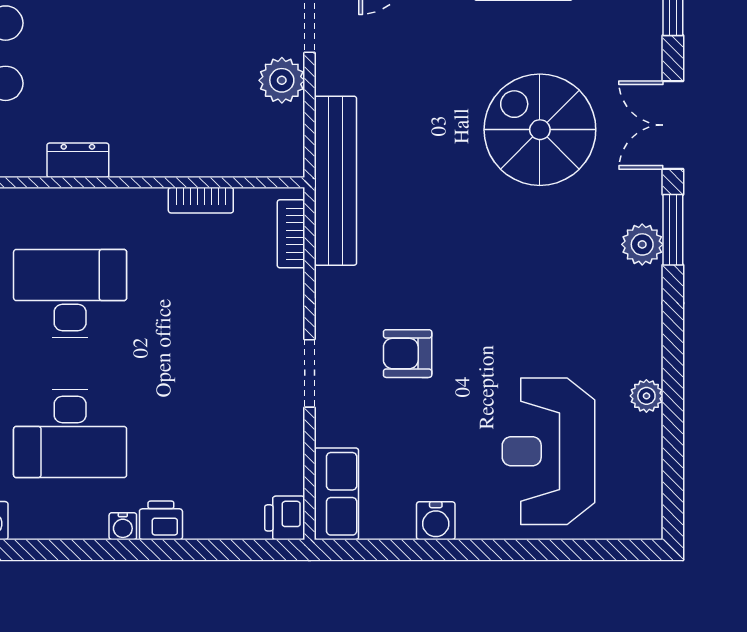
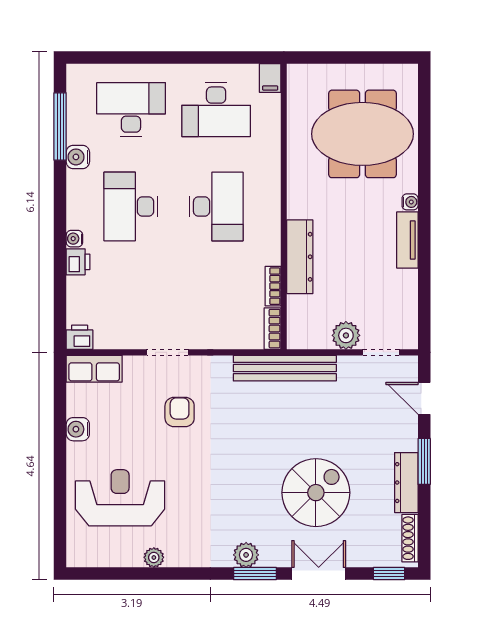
dresser: (78, 160) -> (300, 257), moved, width x1.96, depth x1.24
bookcase: (291, 234) -> (273, 329), moved, turned -90

